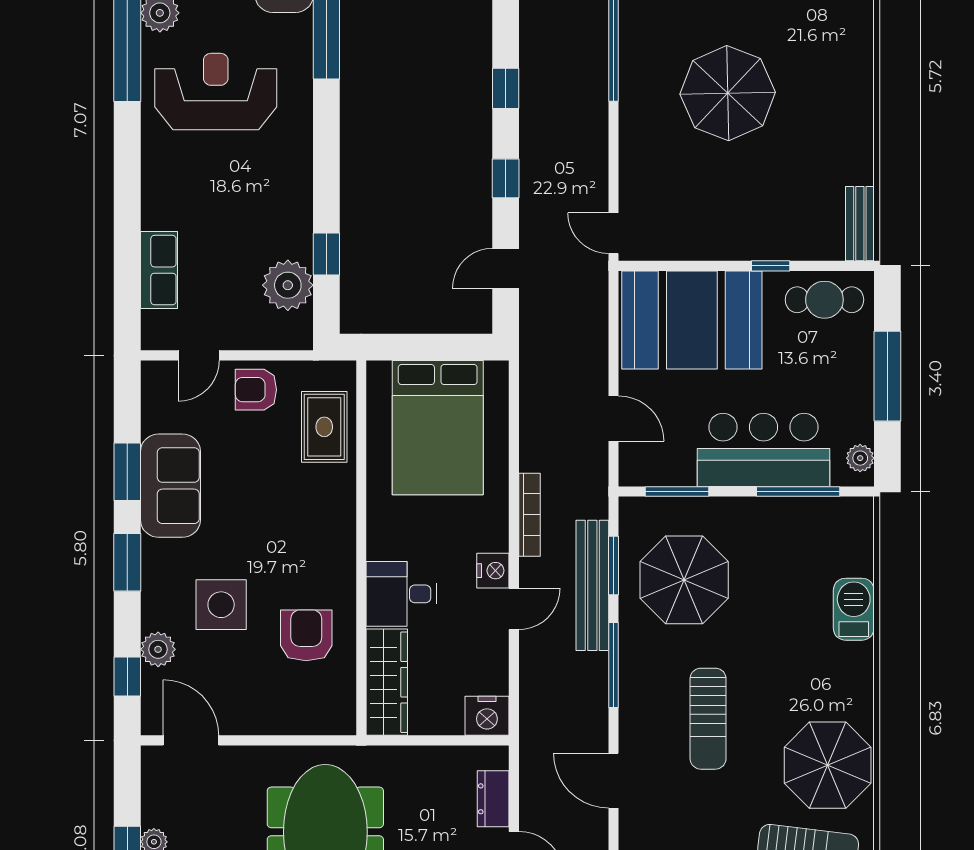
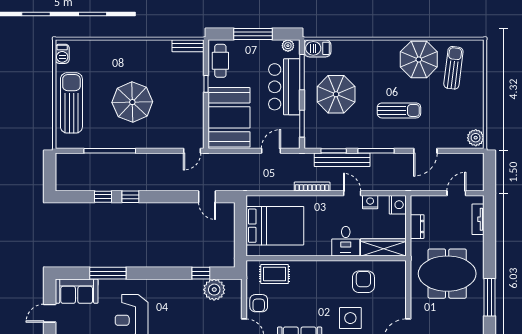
window: (506, 178) -> (103, 197), moved
nightstand: (493, 571) -> (370, 202), moved
parasol: (684, 580) -> (336, 94), moved
barbecue: (854, 609) -> (318, 48), moved
armchair: (306, 635) -> (363, 282), turned 90
dresser: (493, 799) -> (417, 227), moved, turned -90

